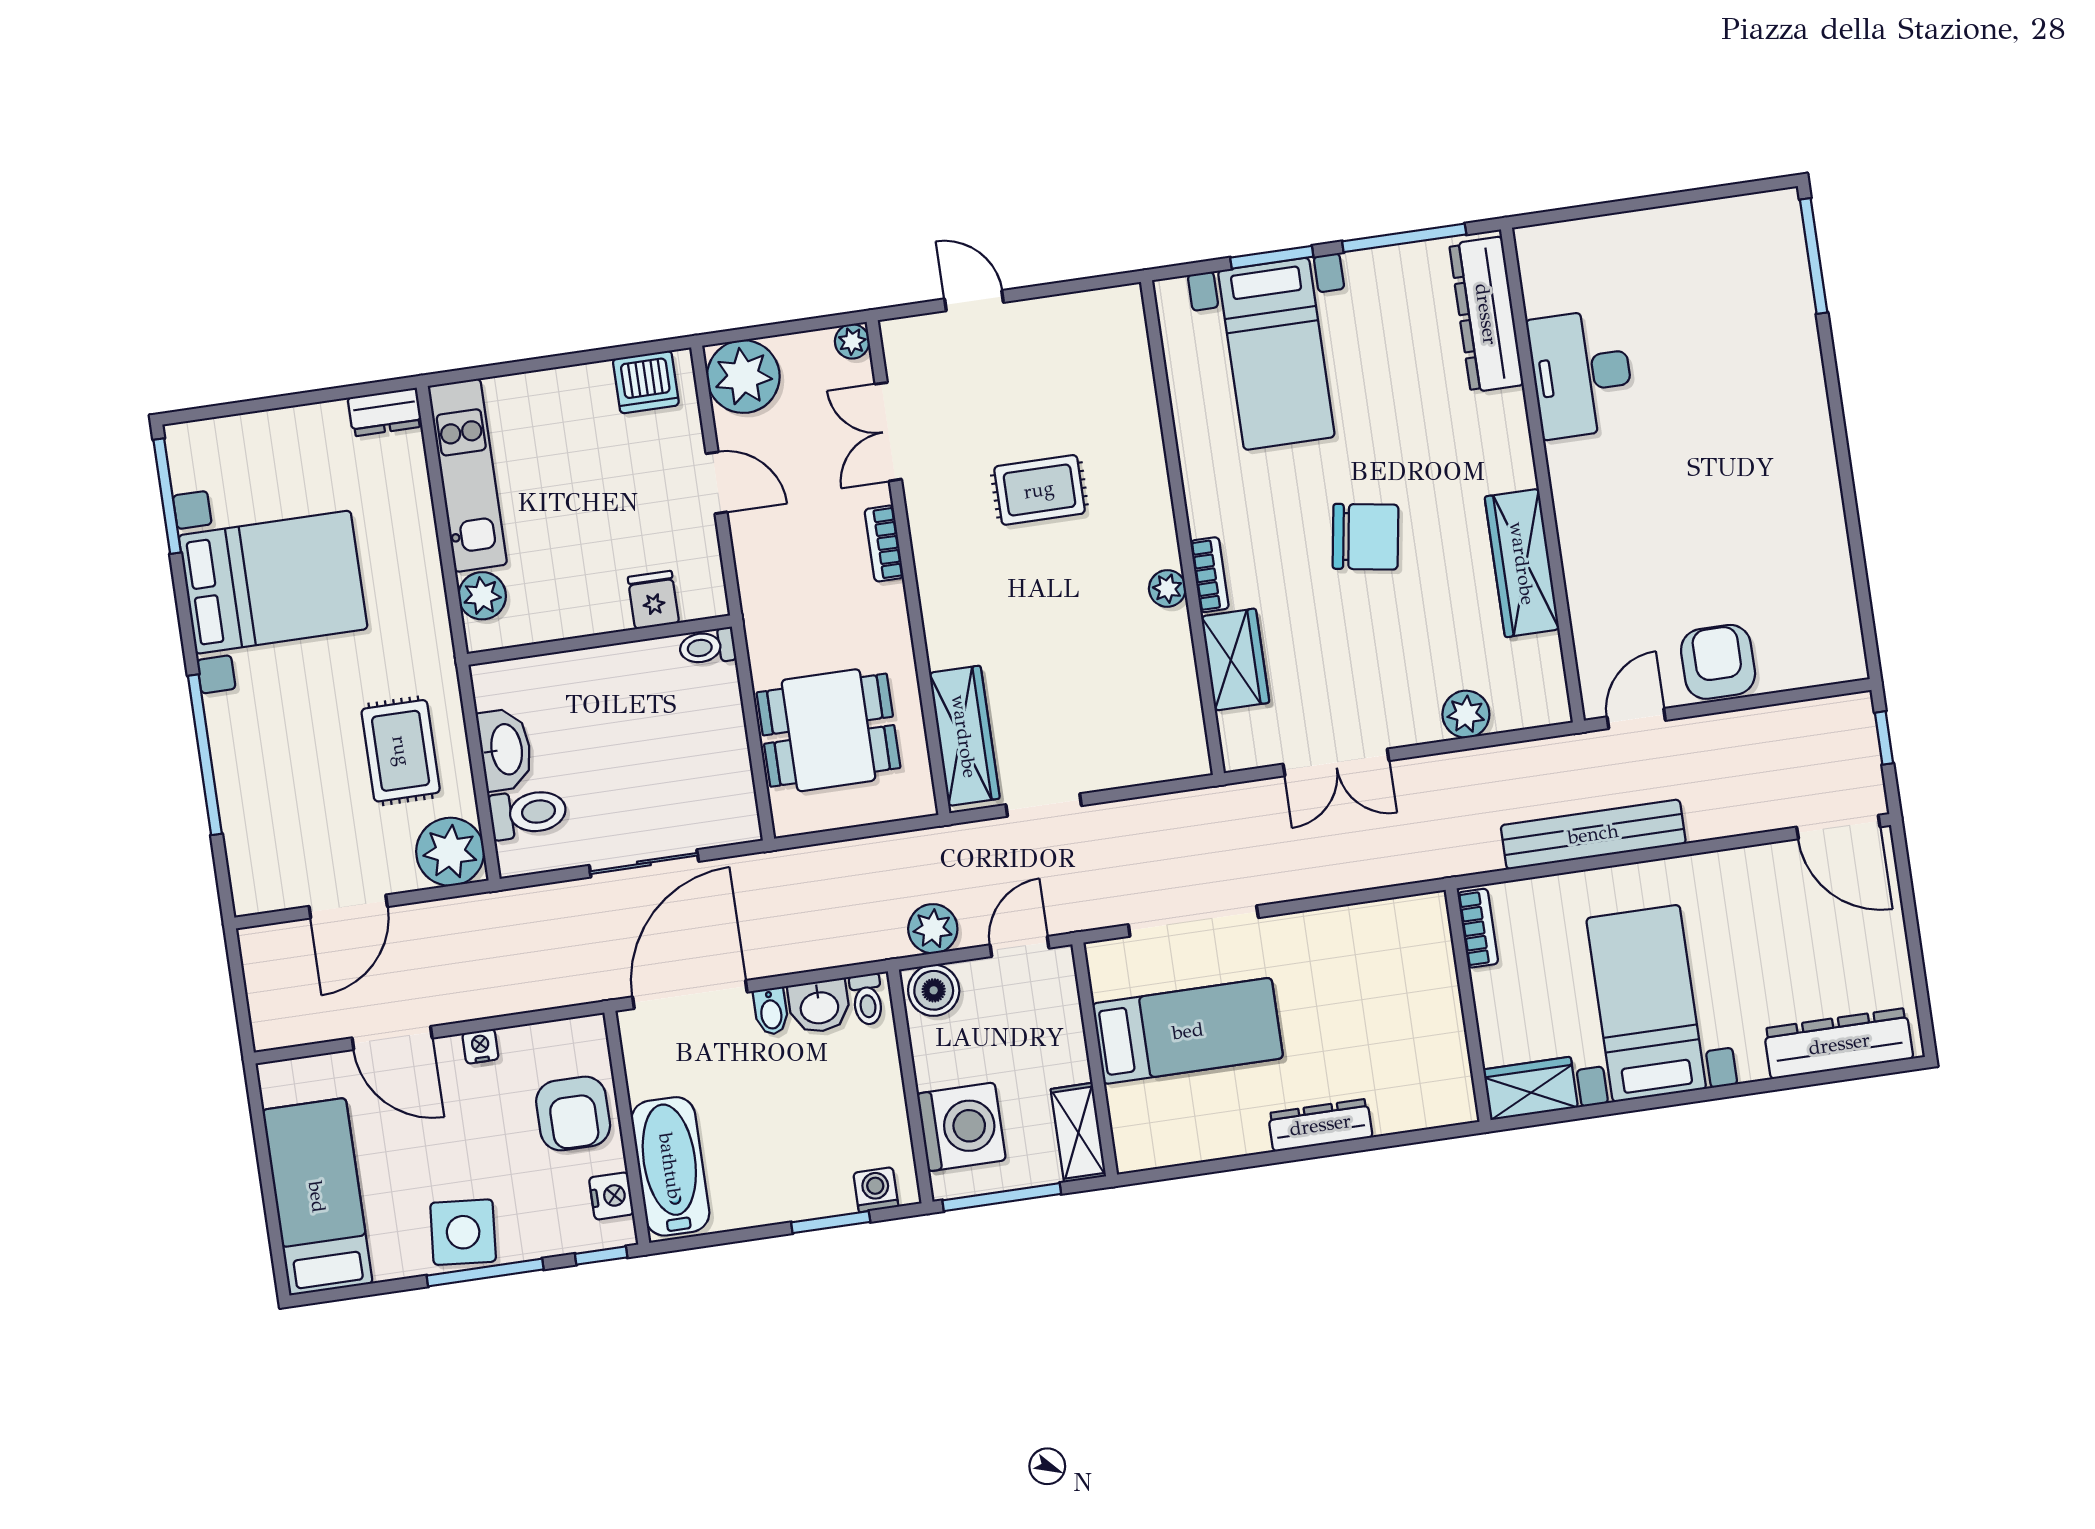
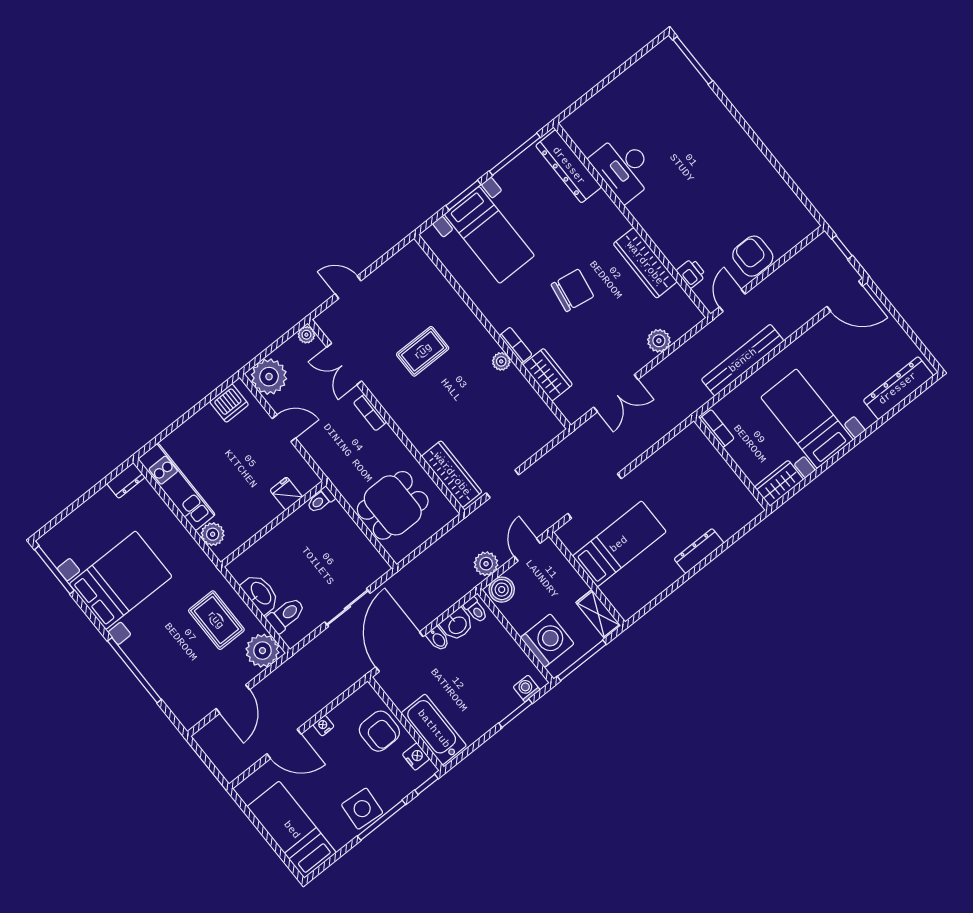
printer: (1592, 629) -> (691, 273), added

